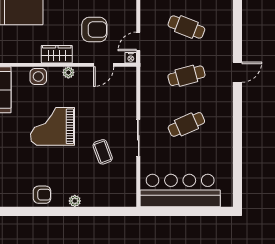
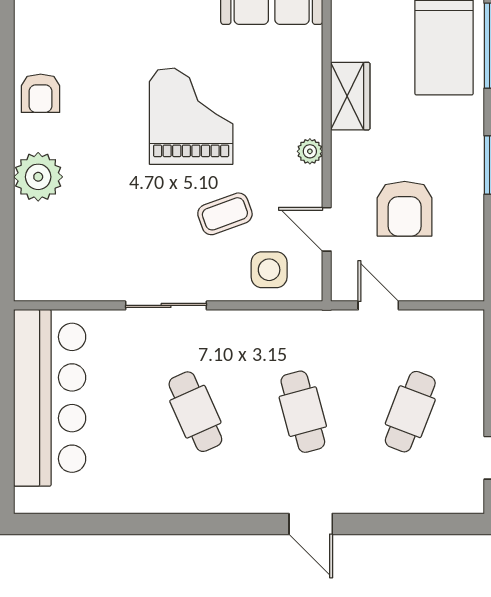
wardrobe: (57, 54) -> (350, 96), moved
nightstand: (131, 58) -> (342, 289), removed
side table: (38, 77) -> (269, 270), moved
coffee table: (103, 152) -> (225, 214), moved
plant: (75, 201) -> (38, 177), width x1.88, depth x1.88

